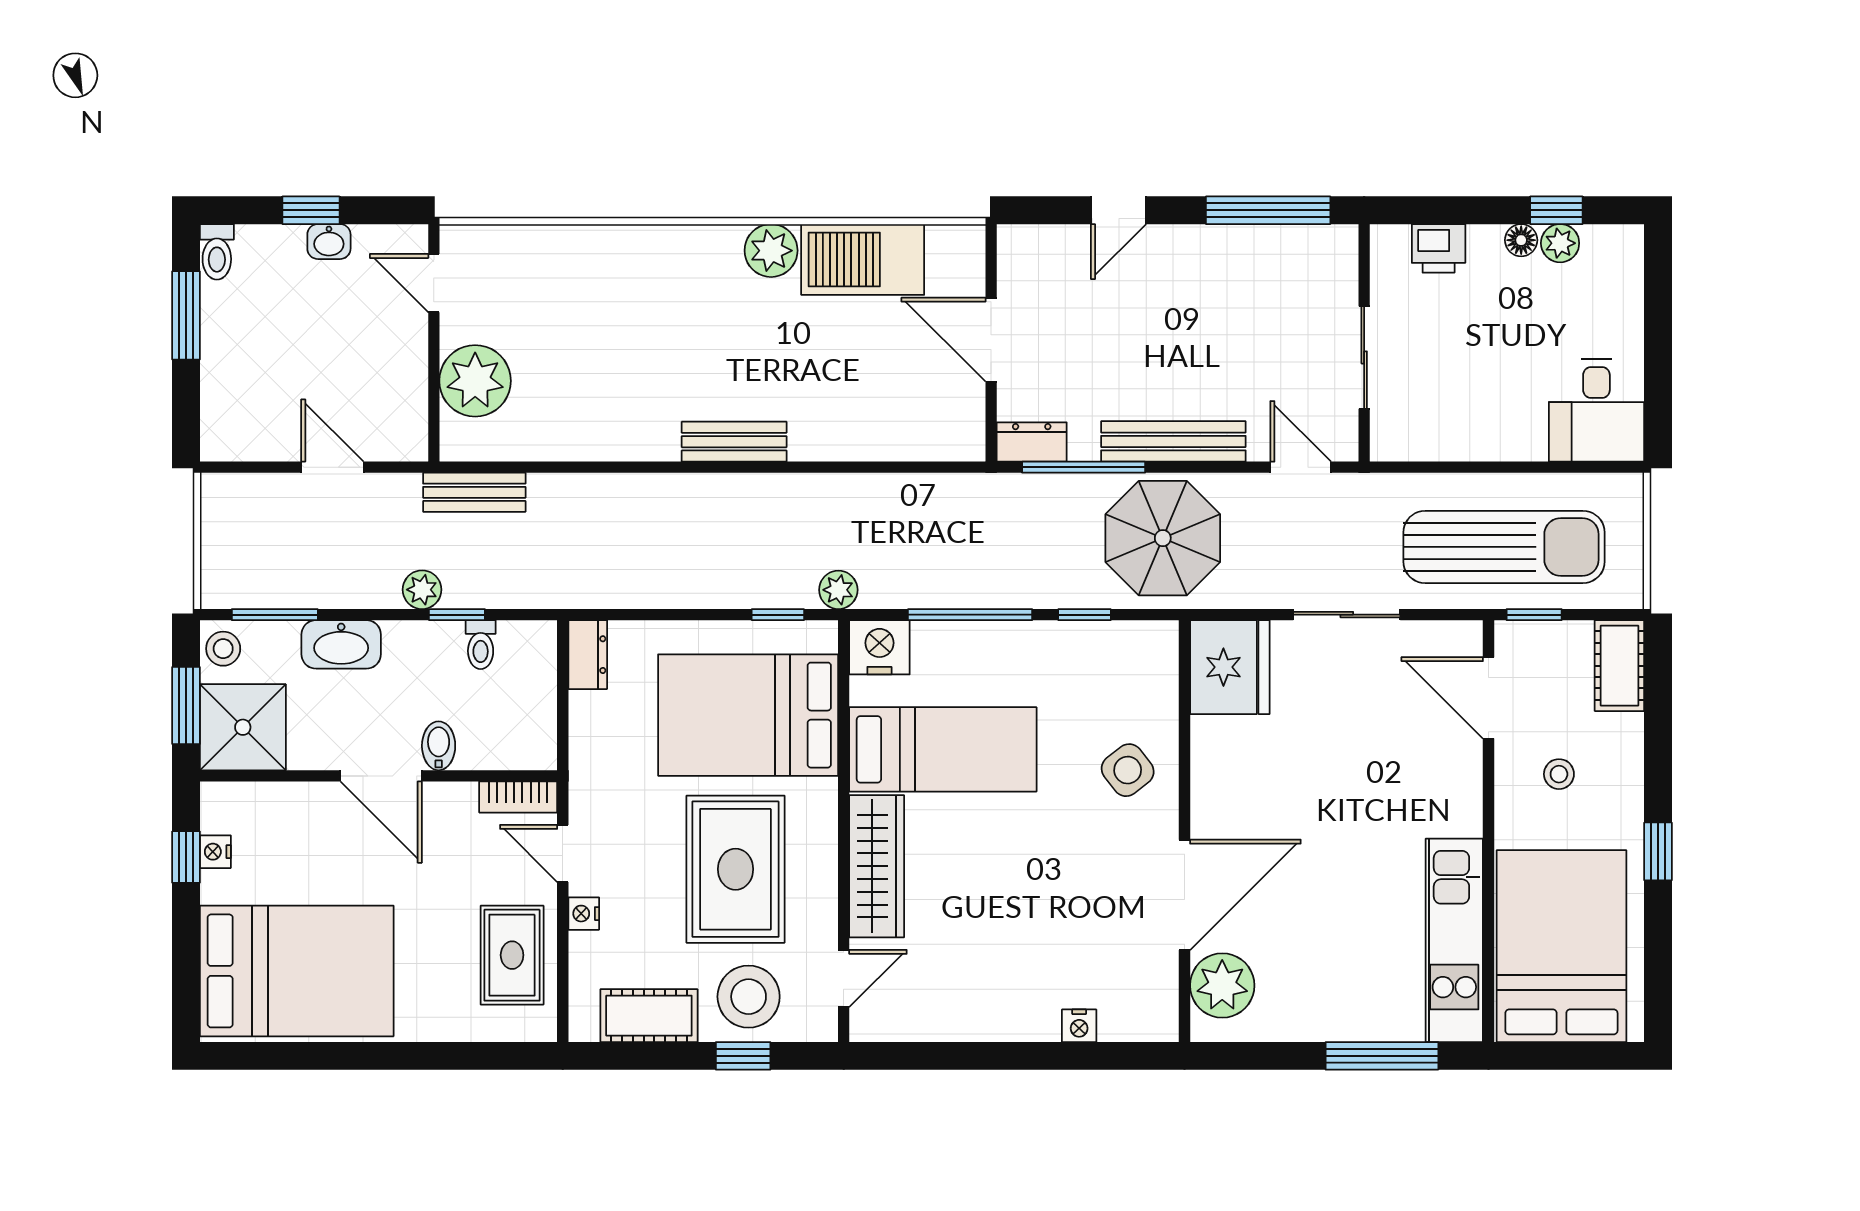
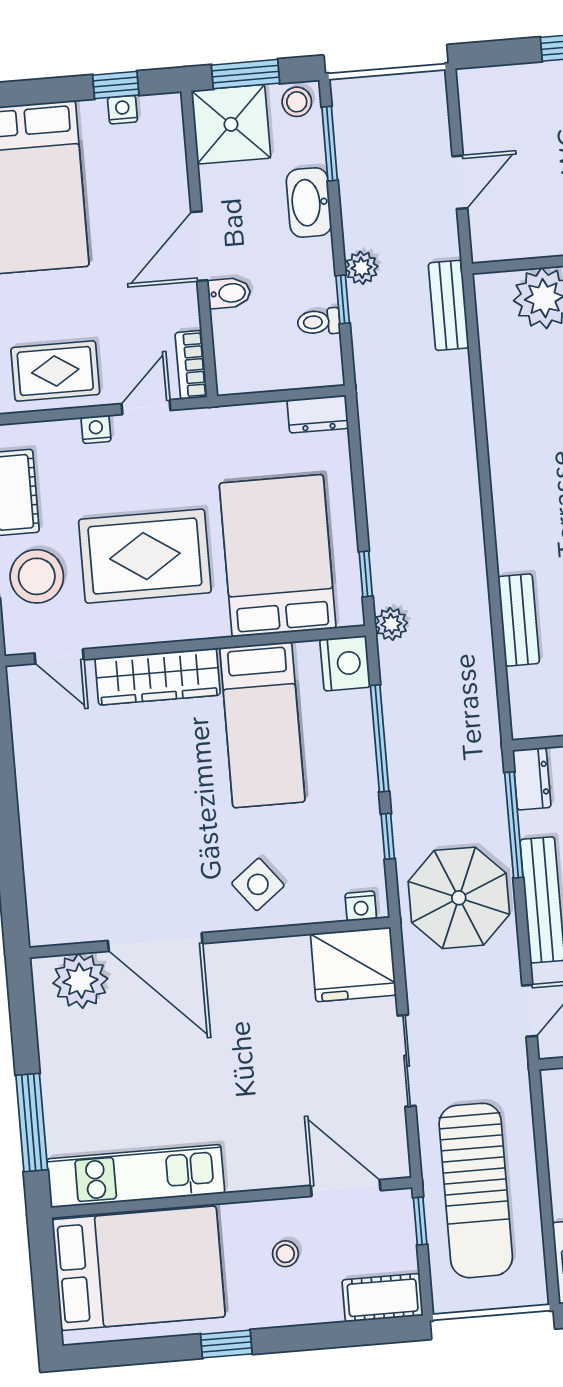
bench: (734, 442) -> (519, 620), moved
door: (1489, 698) -> (346, 1188), hinge flipped
nightstand: (1079, 1026) -> (361, 906), moved, turned -90

